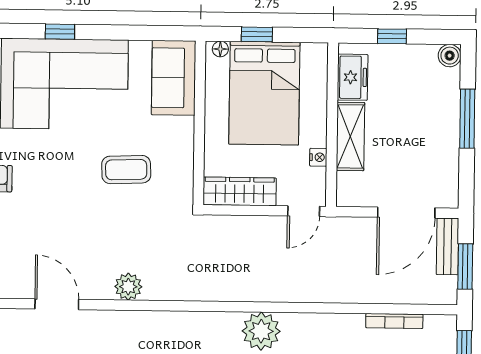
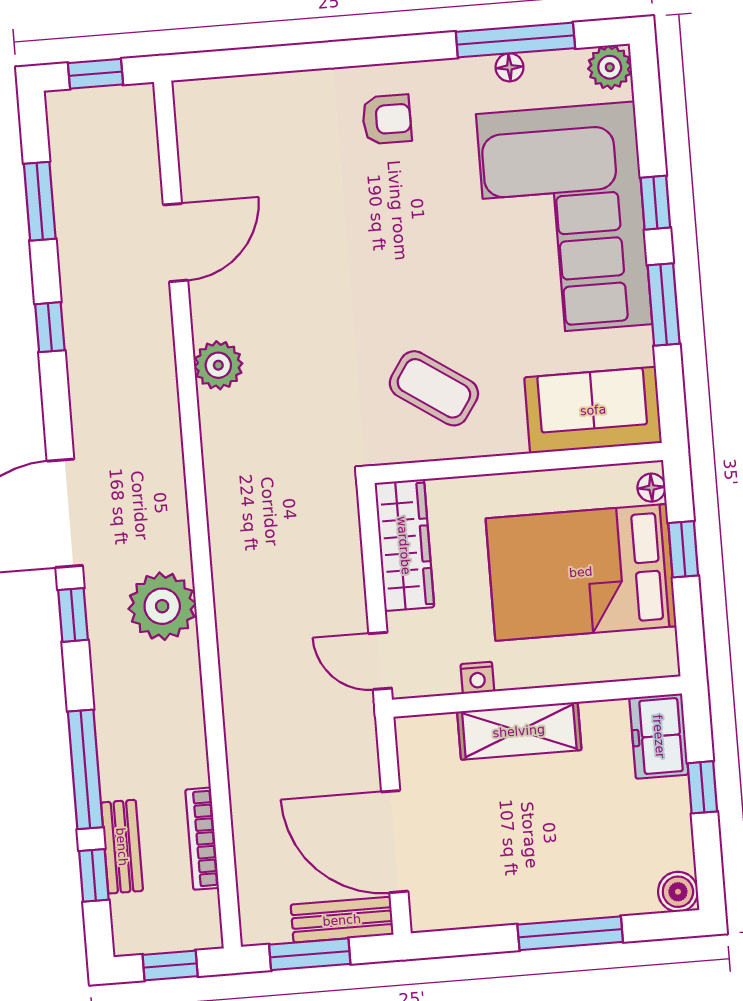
window: (118, 32) -> (664, 304), added
freezer: (353, 77) -> (659, 736), moved, turned 90
coffee table: (126, 170) -> (434, 388), moved, turned -54

